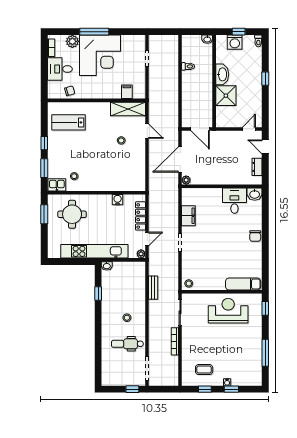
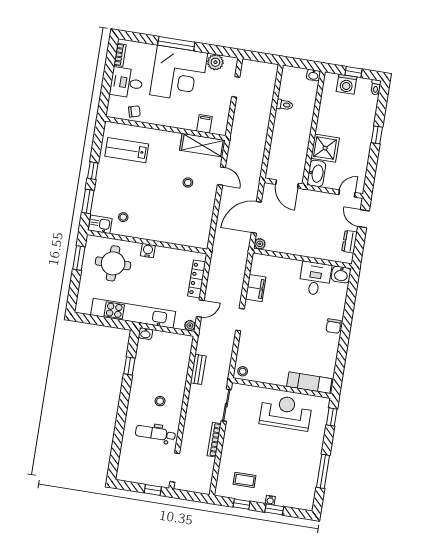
plant: (72, 41) -> (215, 62), moved
washbasin: (222, 74) -> (316, 173), moved
water cooler: (118, 200) -> (148, 251), moved

